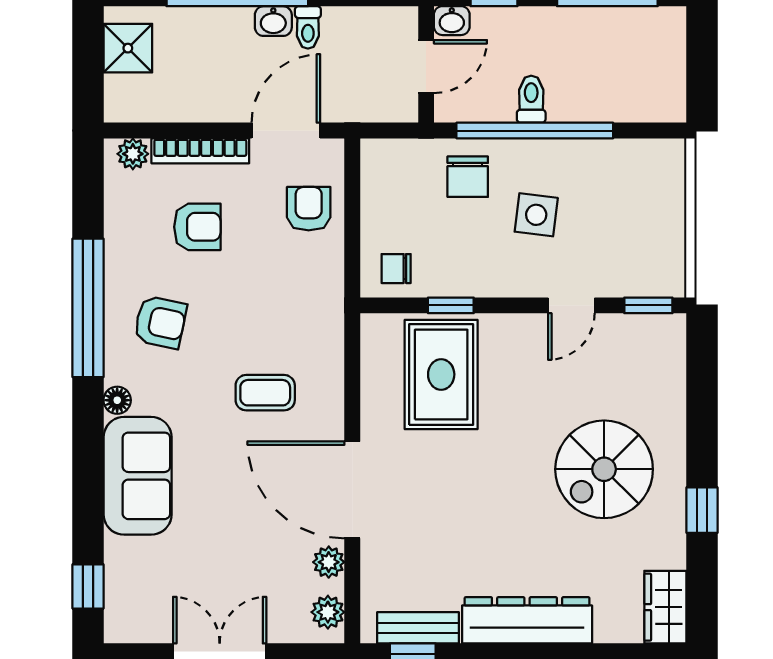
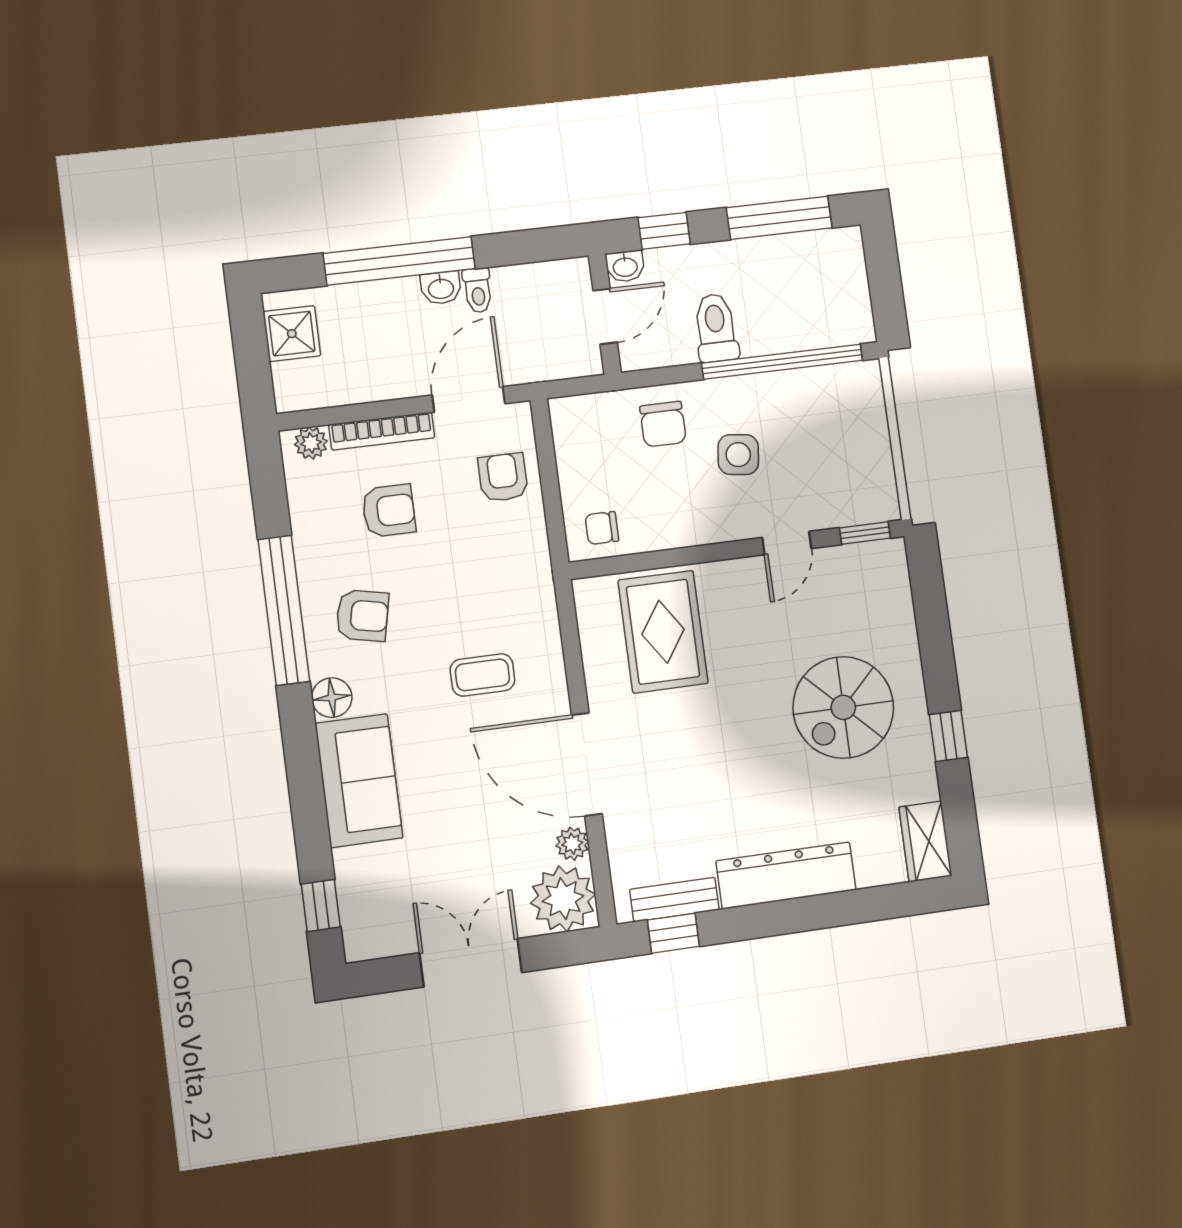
toilet: (531, 99) -> (716, 328), width x1.37, depth x1.39
window: (535, 131) -> (782, 362), moved
window: (451, 305) -> (663, 559), removed
floor lamp: (117, 400) -> (332, 698), width x1.37, depth x1.37
plant: (328, 612) -> (563, 899), width x1.88, depth x1.88

